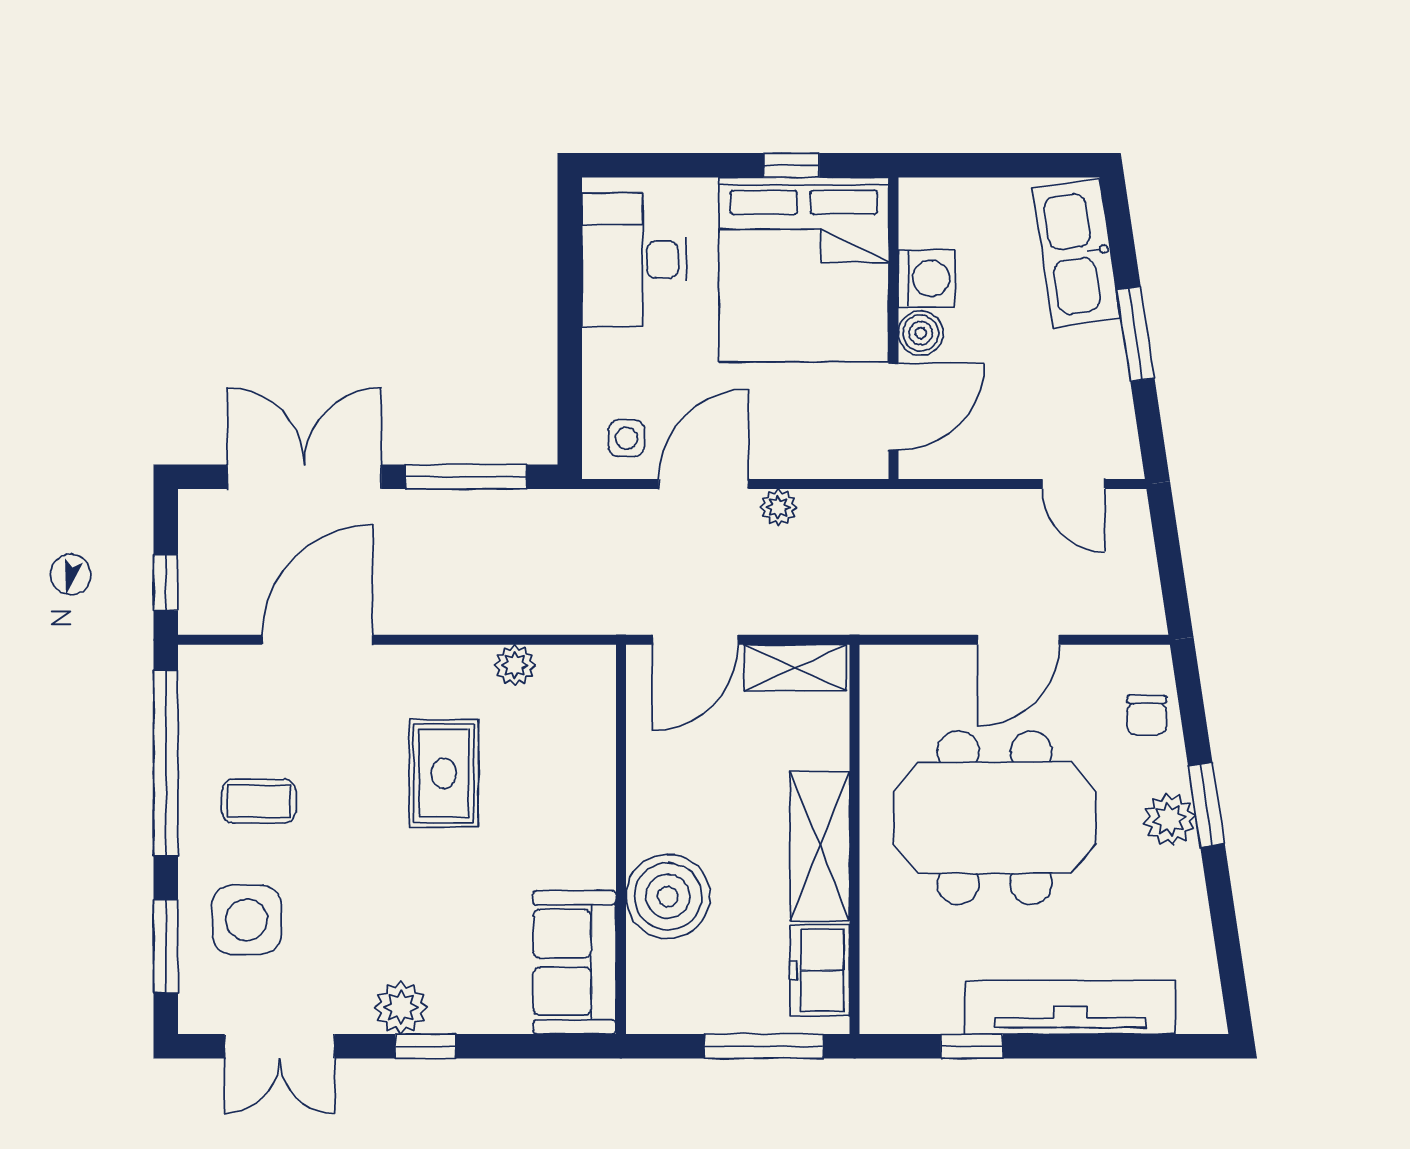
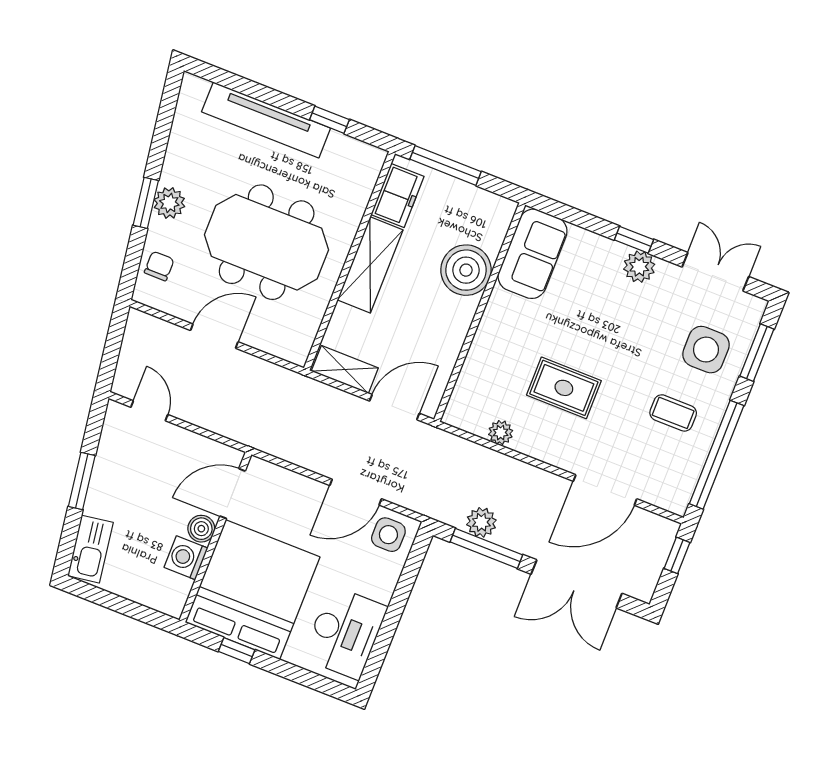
kitchen sink: (1077, 253) -> (90, 549), width x0.73, depth x0.81
side table: (626, 438) -> (388, 535), width x1.37, depth x1.37
plant: (778, 507) -> (481, 522), moved, width x1.38, depth x1.38
rug: (444, 773) -> (564, 388), turned 90

